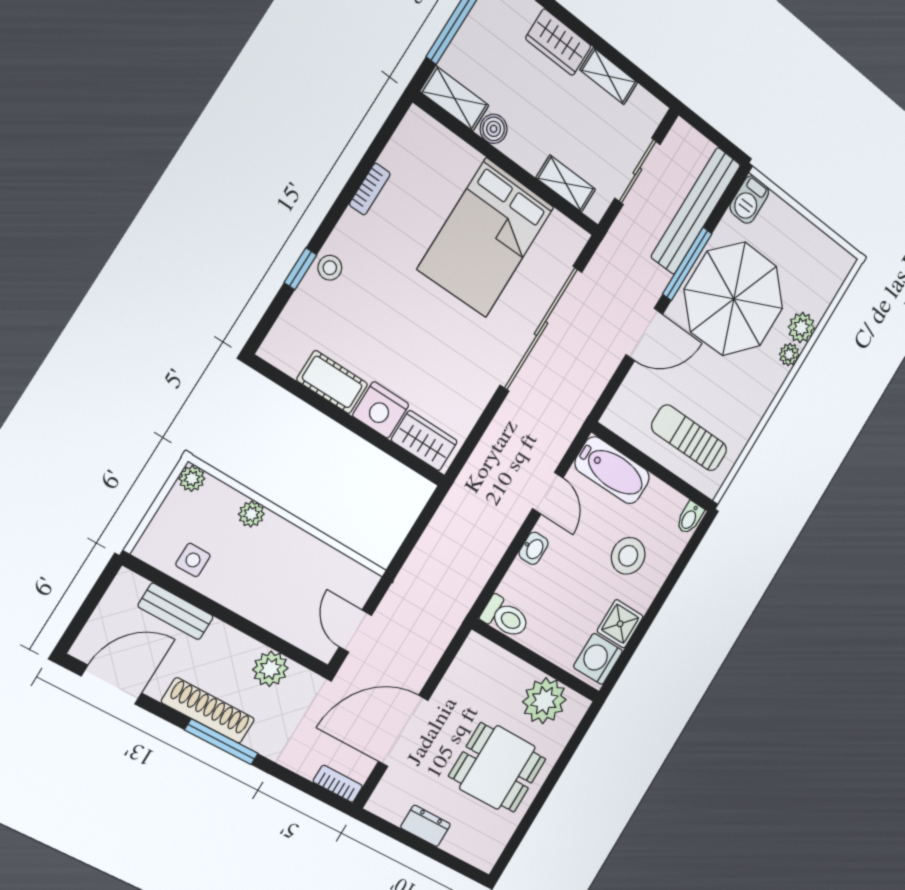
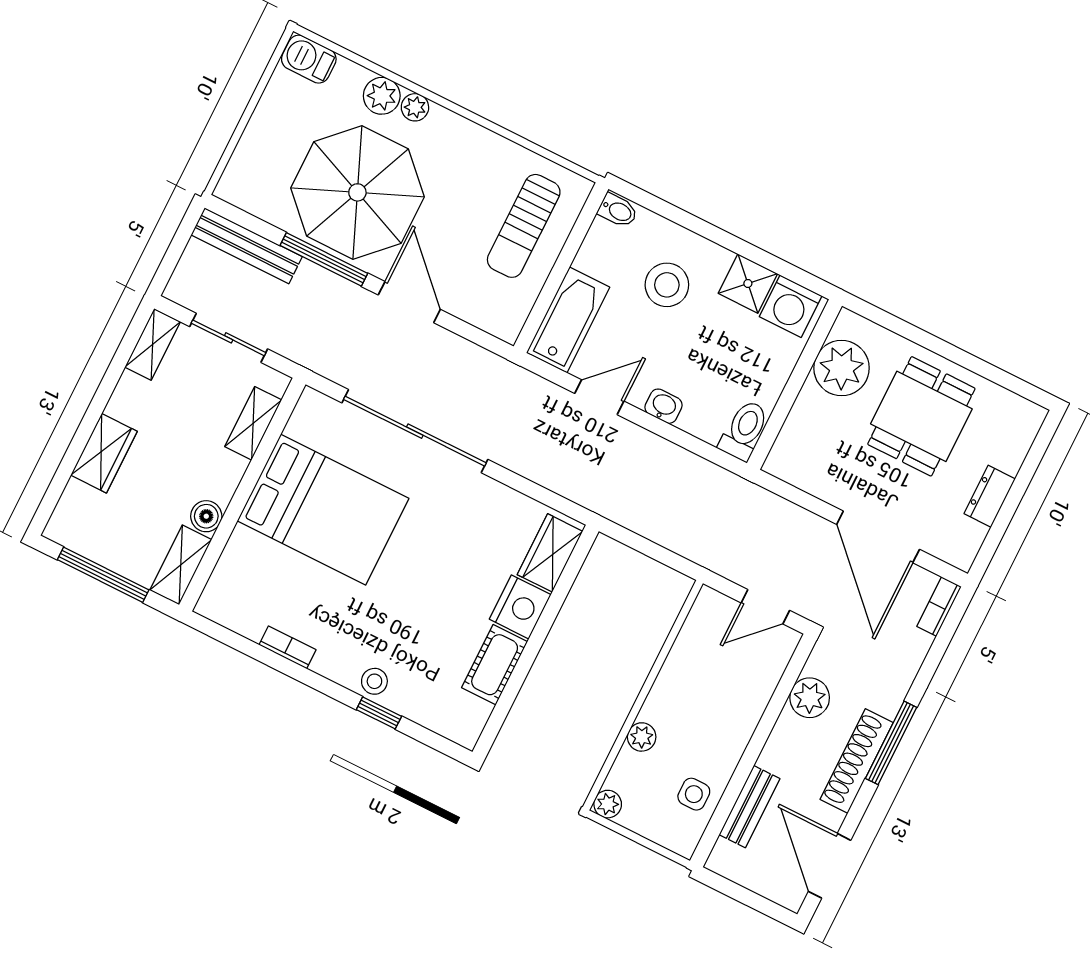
shelving: (609, 76) -> (153, 344), moved
barbecue: (749, 200) -> (309, 59), moved, turned 180
bench: (696, 211) -> (247, 246), width x0.73, depth x0.82

